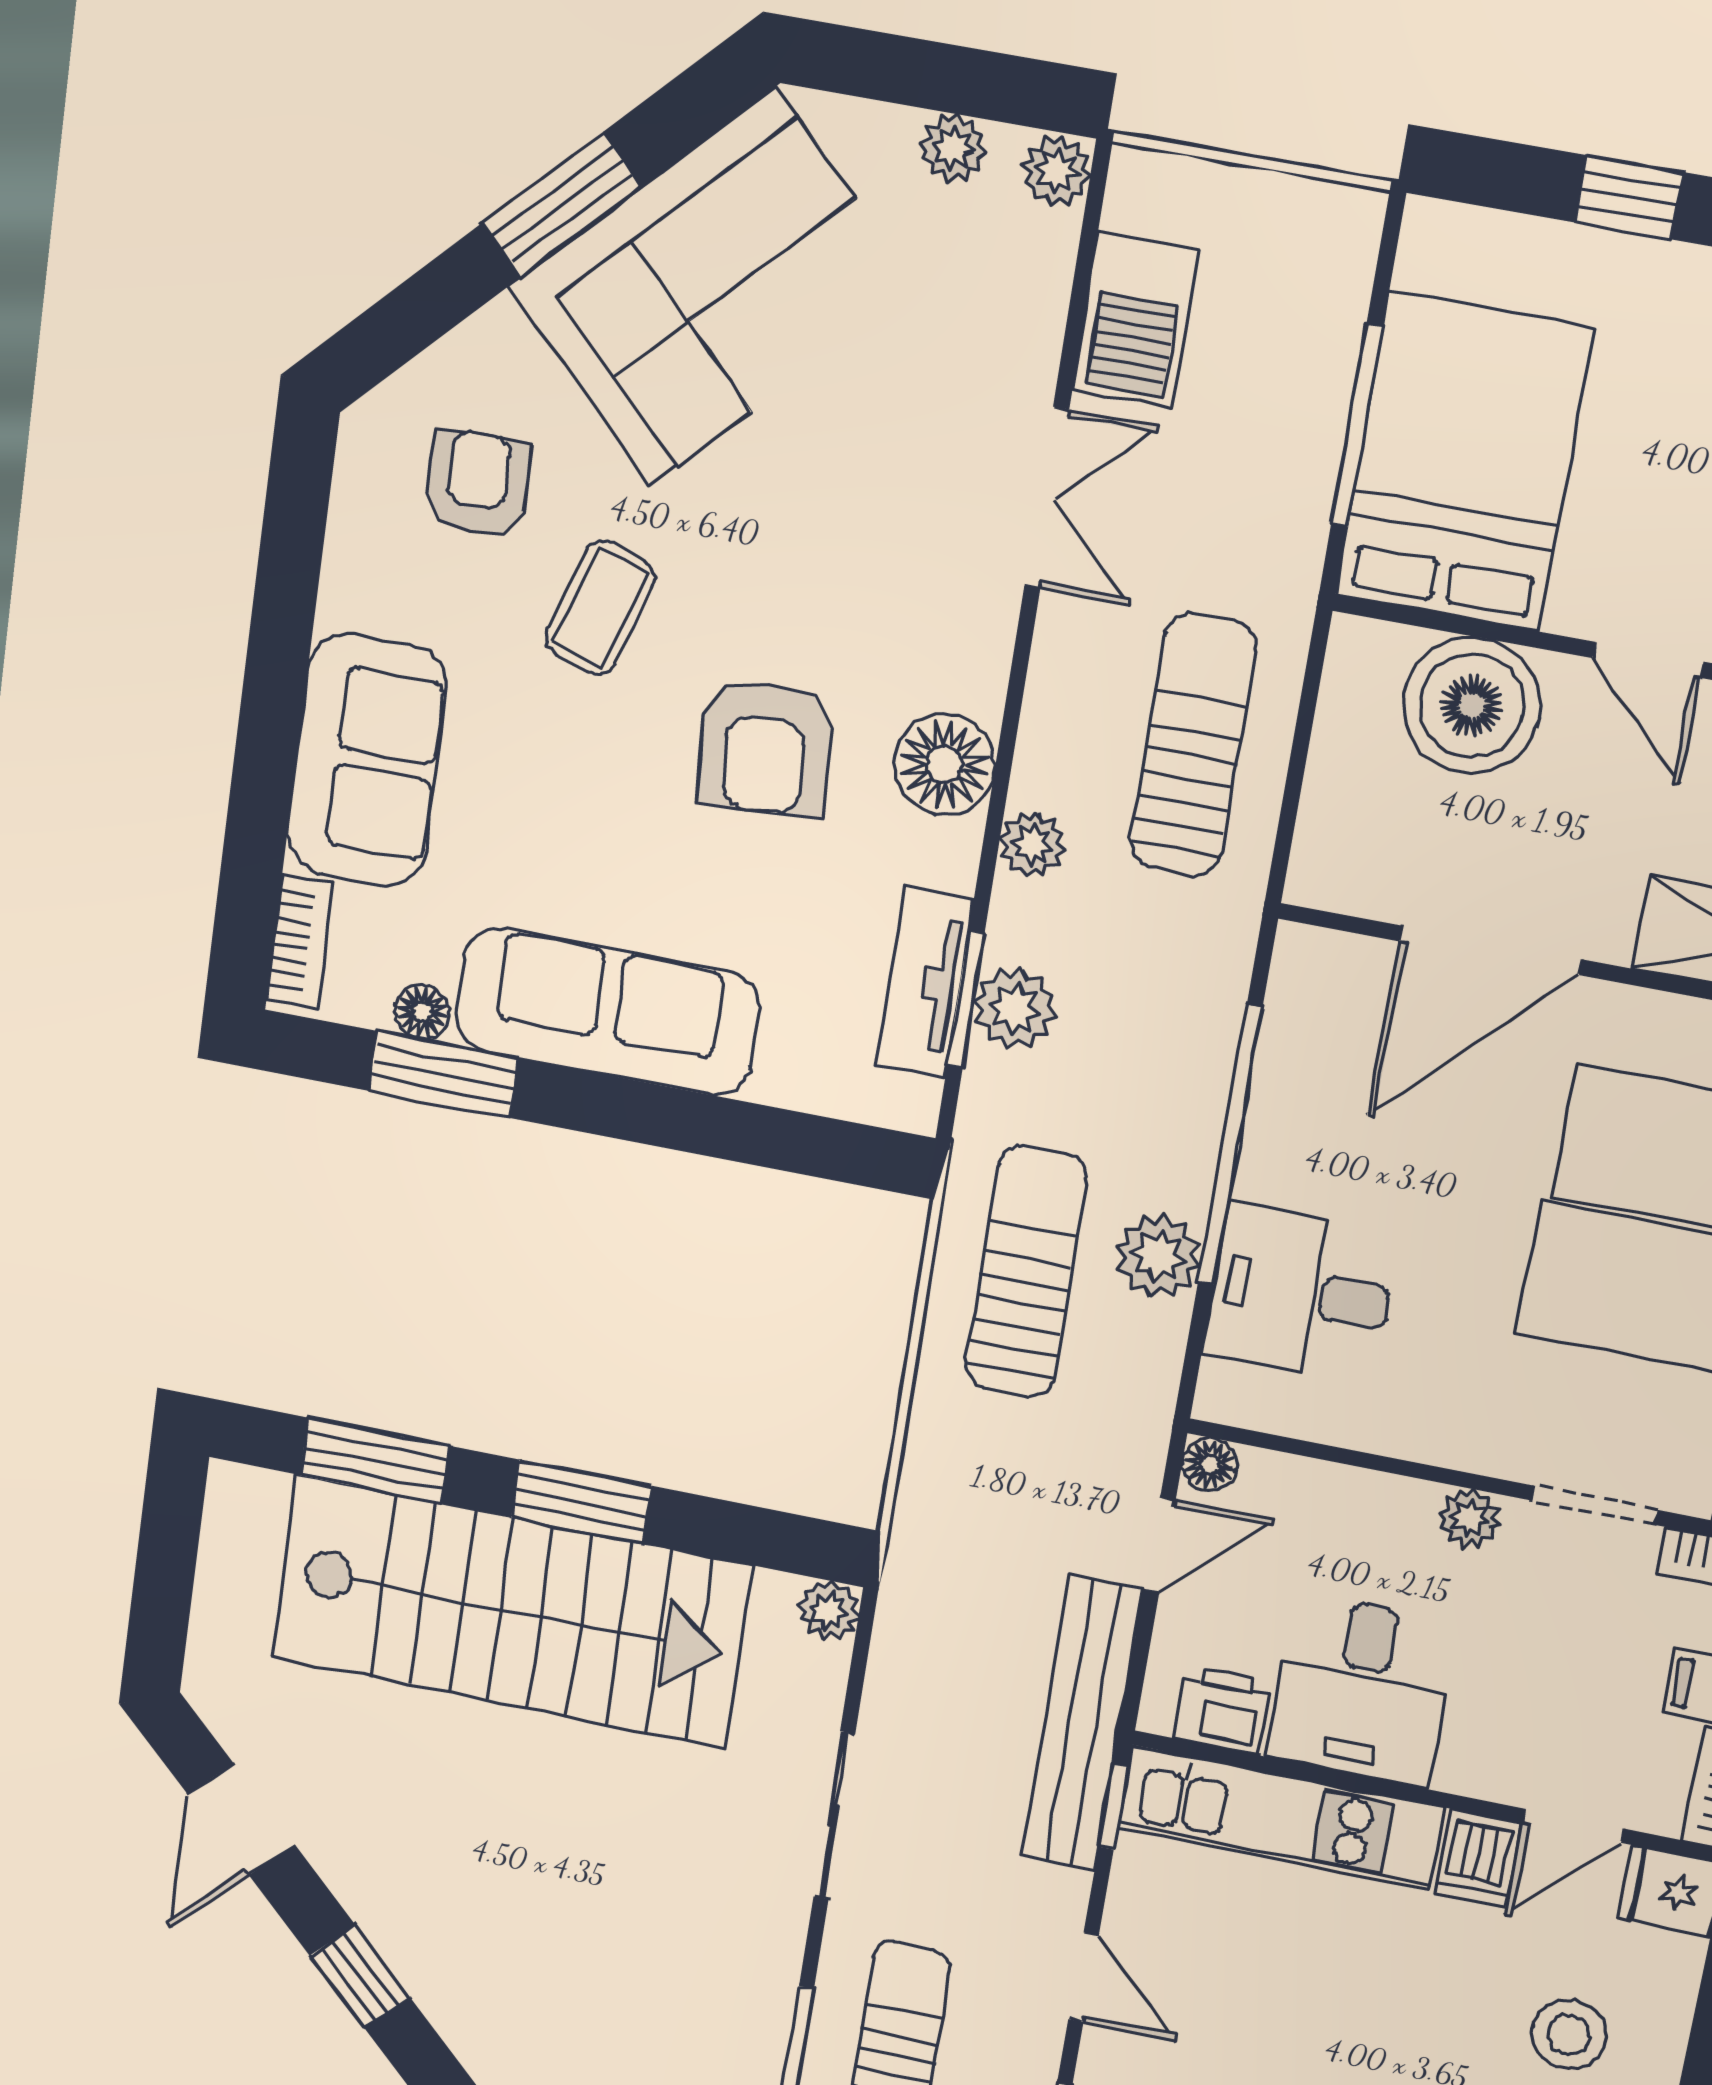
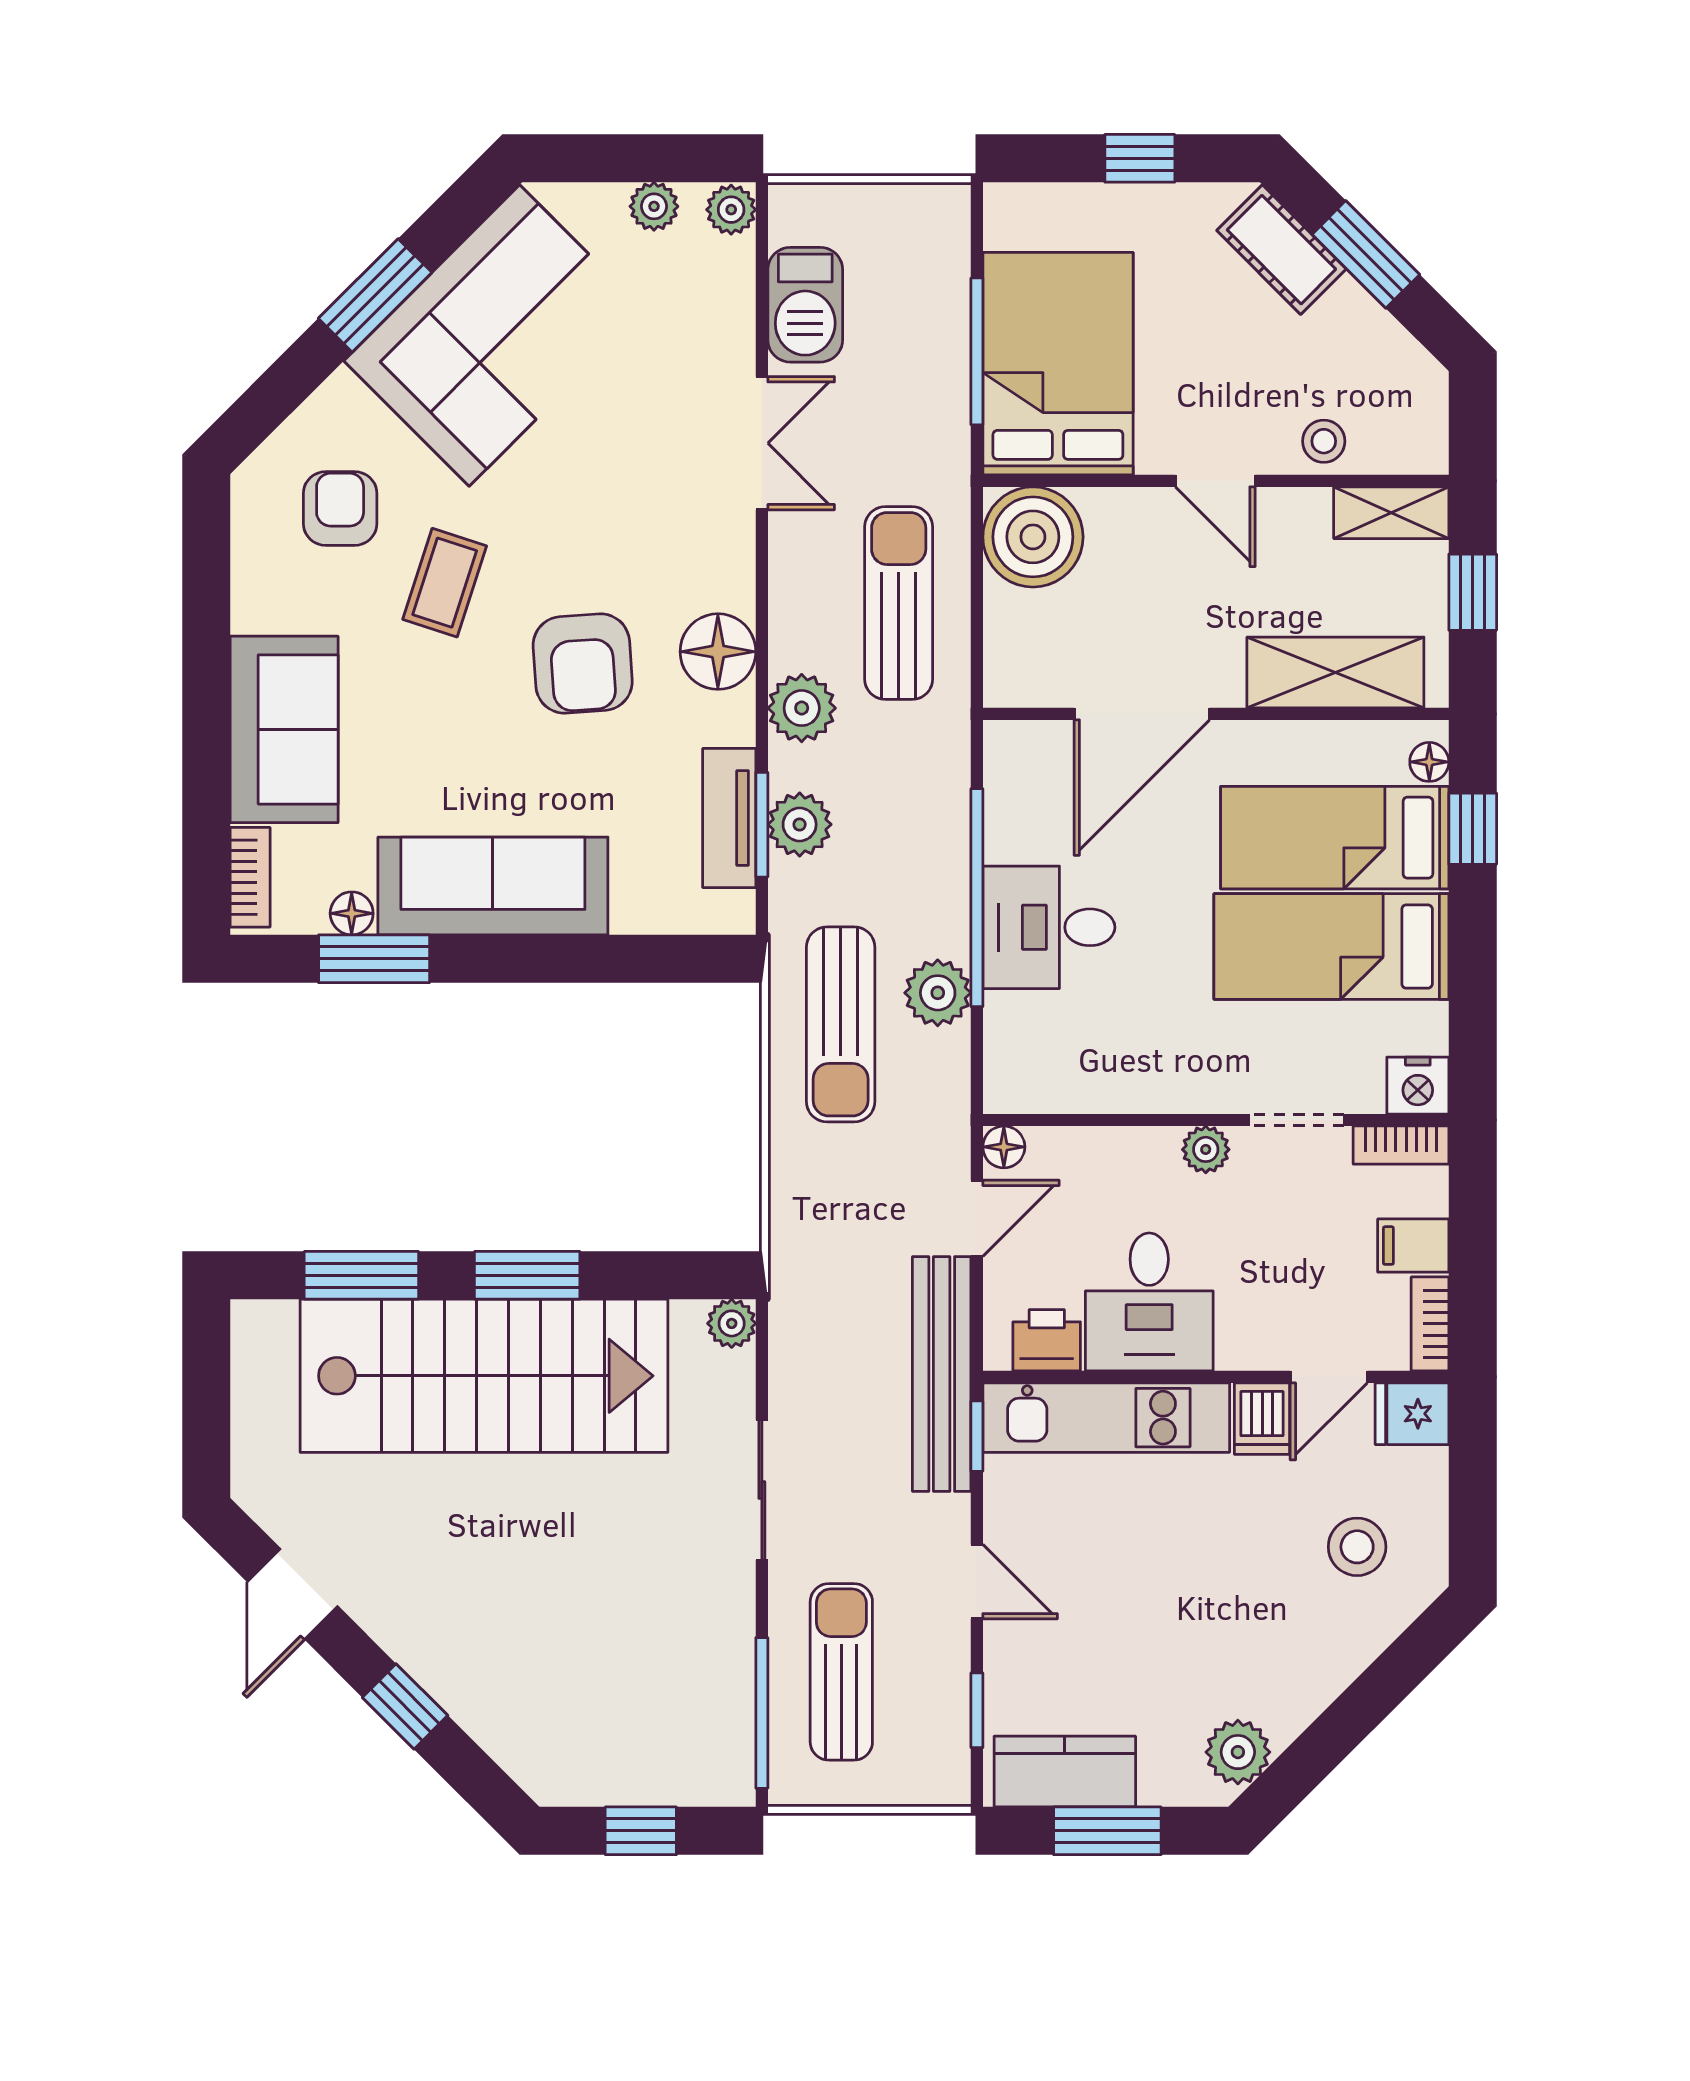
boiler: (1472, 705) -> (1033, 537), moved
plant: (1032, 844) -> (802, 708), width x1.38, depth x1.38
sun lounger: (1026, 1272) -> (841, 1024), turned 180
desk: (1301, 1293) -> (1049, 927), moved

